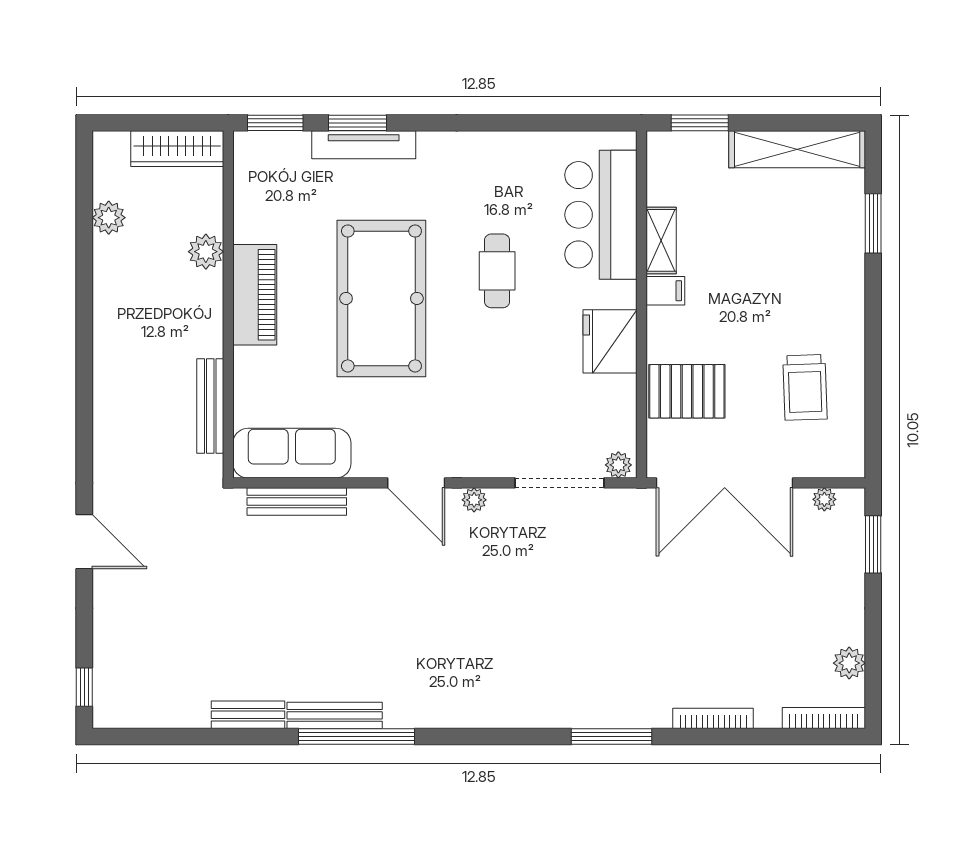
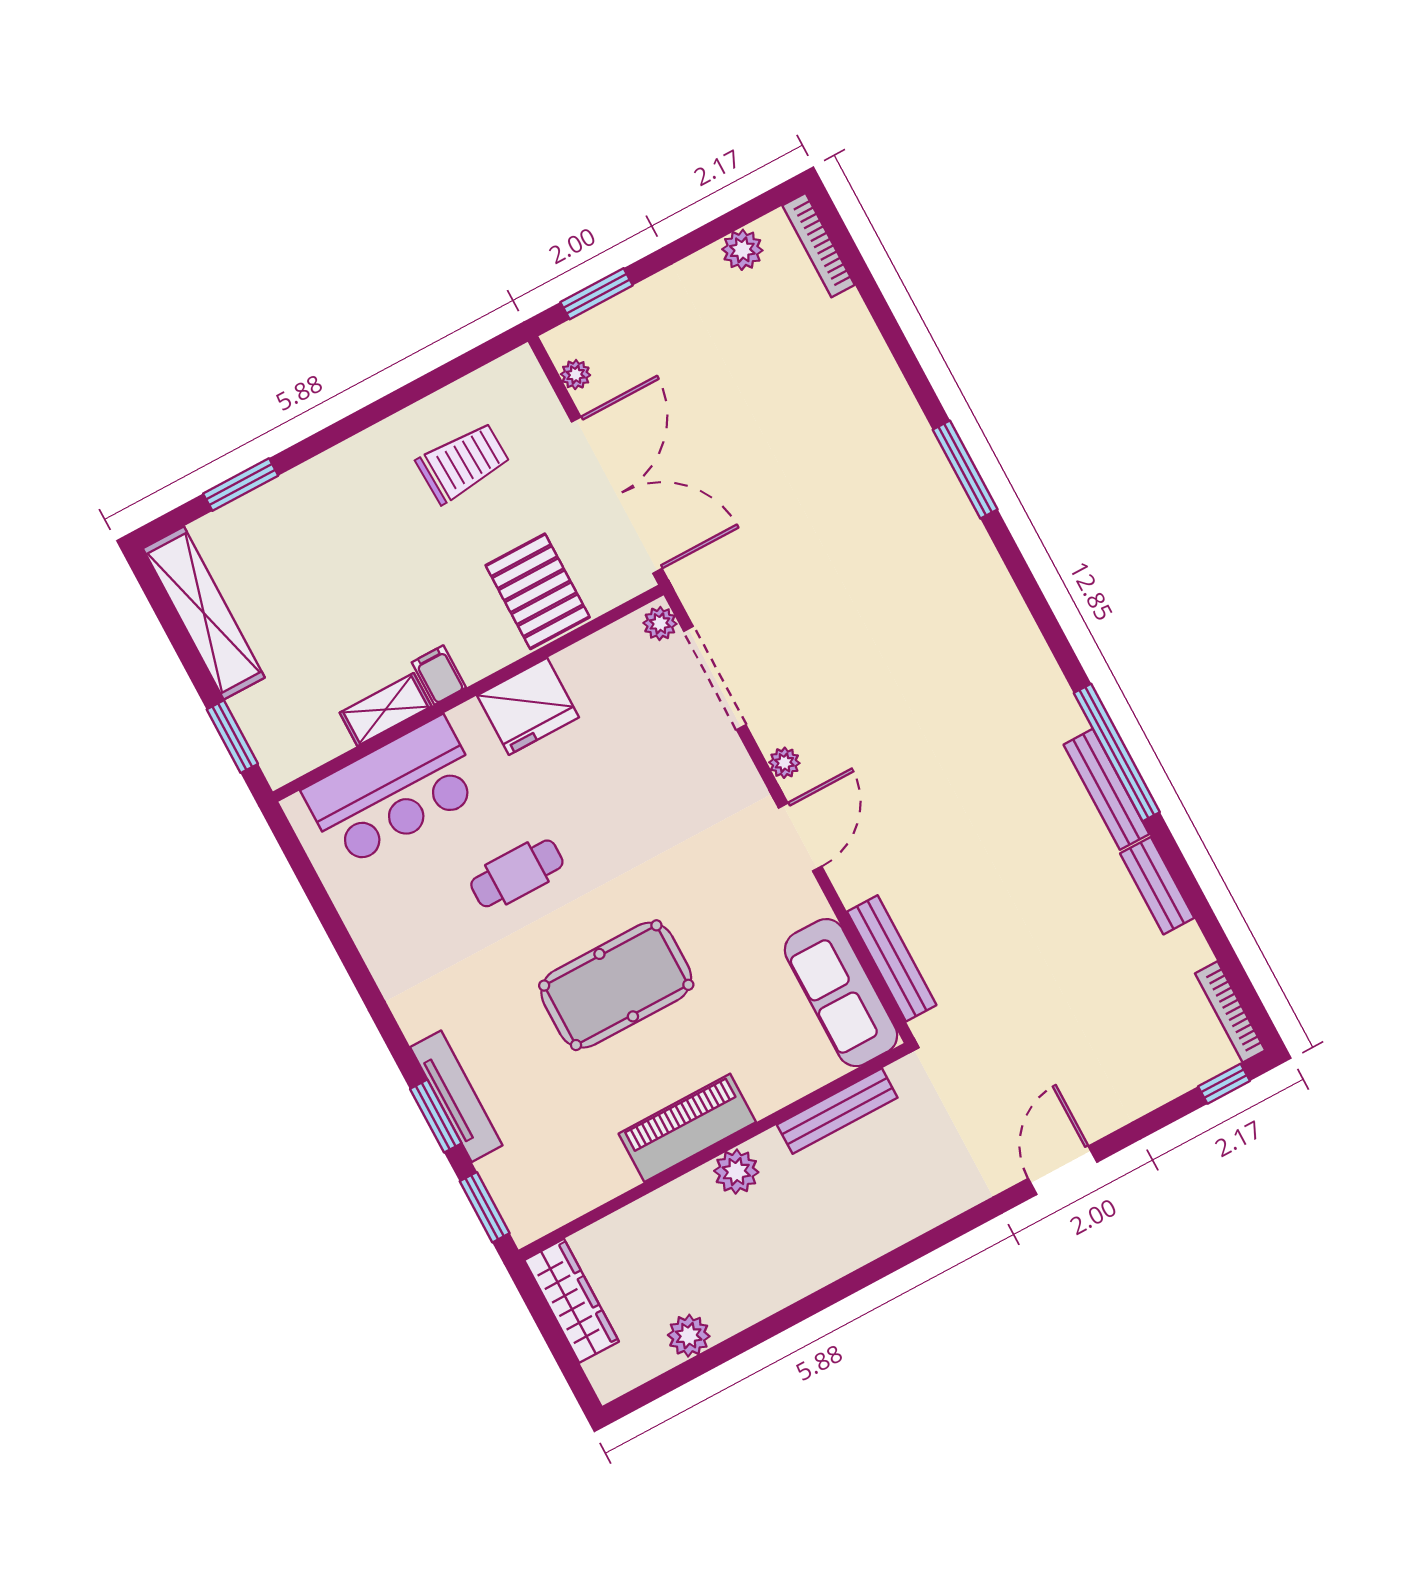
plant: (206, 252) -> (736, 1172), moved
pool table: (381, 298) -> (616, 985), width x0.73, depth x0.76
bookcase: (713, 718) -> (1230, 1012), moved

